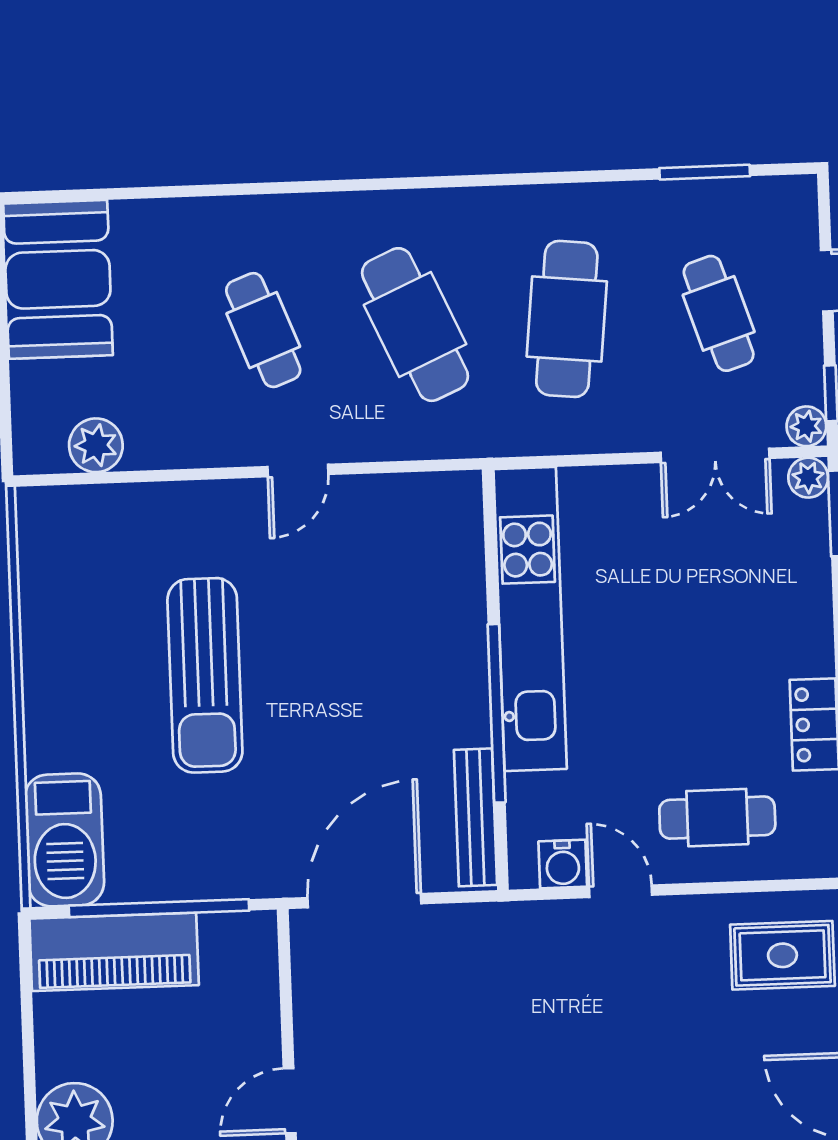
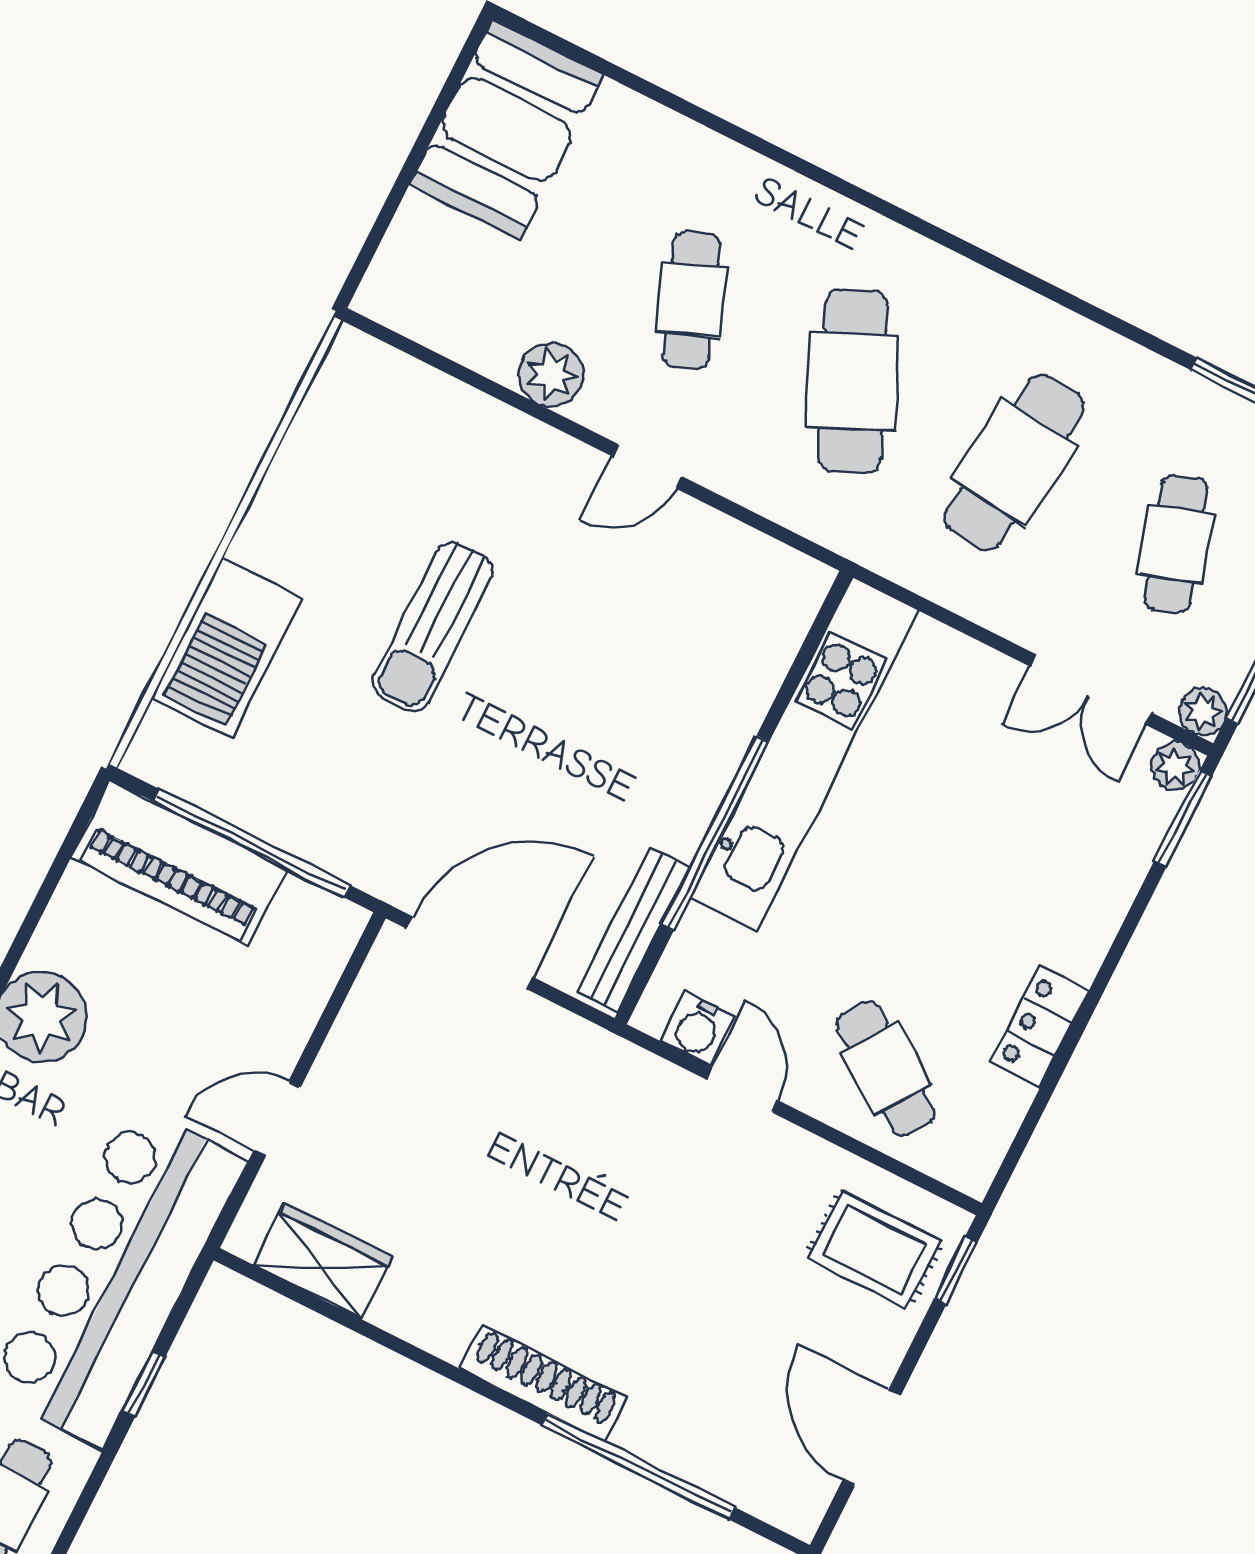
plant: (96, 445) -> (551, 375), moved
sun lounger: (205, 675) -> (433, 627), width x0.73, depth x0.75
cafe table: (717, 818) -> (885, 1069), turned 35
barbecue: (64, 840) -> (227, 648), moved

